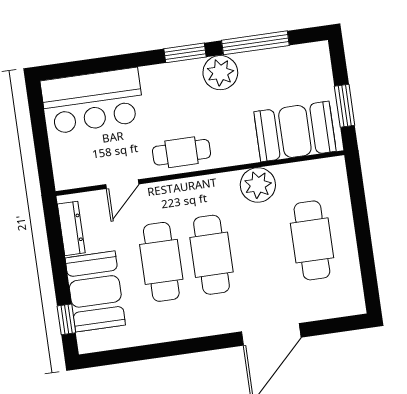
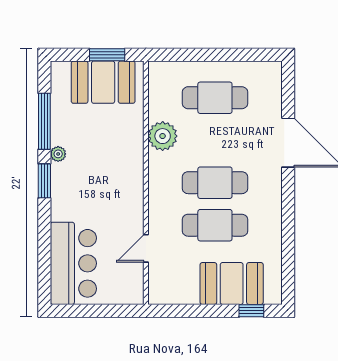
plant: (220, 73) -> (58, 154), width x0.53, depth x0.53
booth: (295, 131) -> (103, 82), moved, turned 90
cafe table: (182, 152) -> (126, 195), removed
door: (122, 184) -> (146, 248), swing flipped
dresser: (71, 228) -> (177, 296), removed

